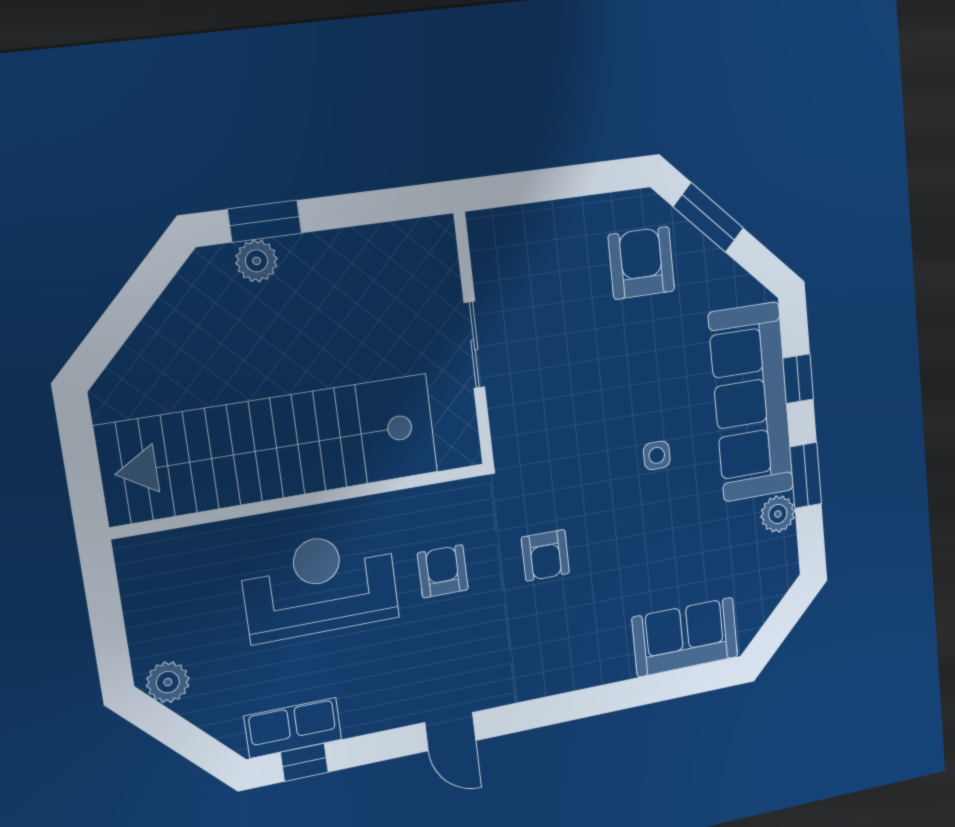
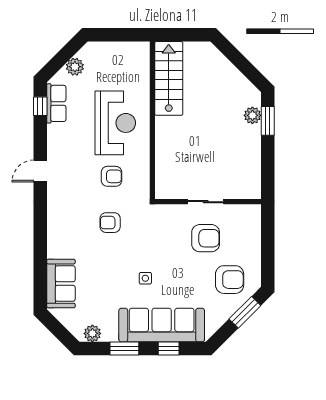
armchair: (556, 332) -> (206, 238), added
stairs: (270, 449) -> (169, 78), width x0.54, depth x0.66
plant: (778, 514) -> (92, 333), moved
plant: (168, 682) -> (75, 67), moved

